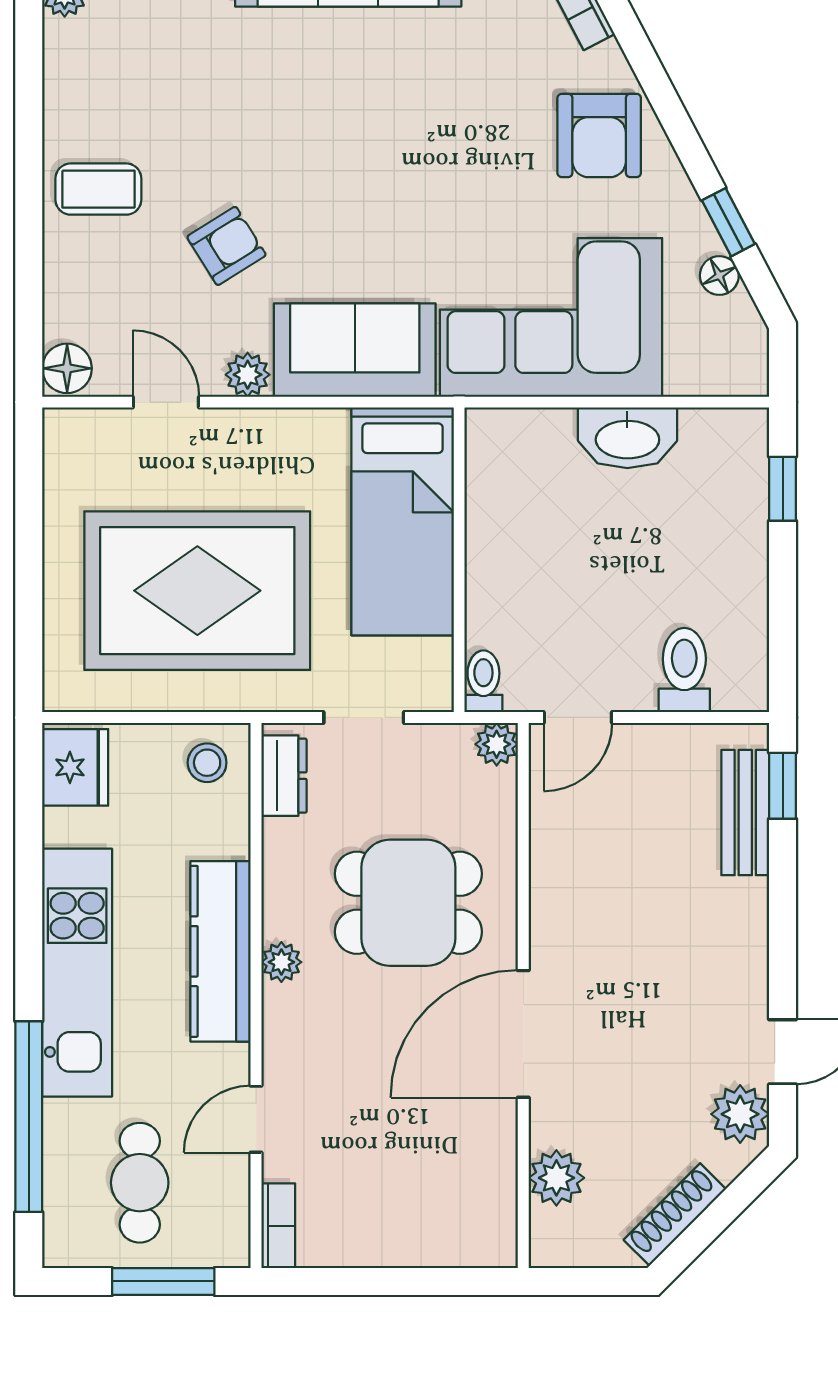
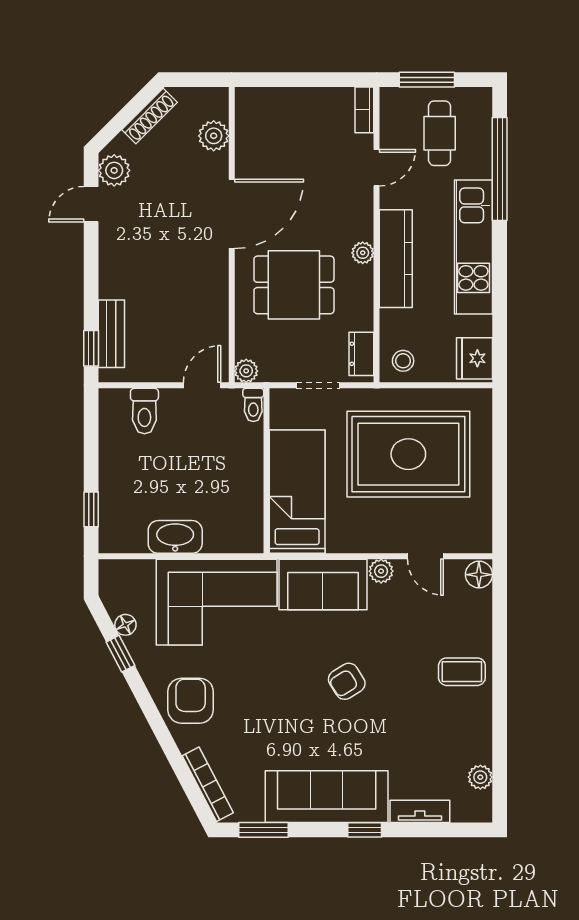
armchair: (226, 246) -> (347, 681), moved

